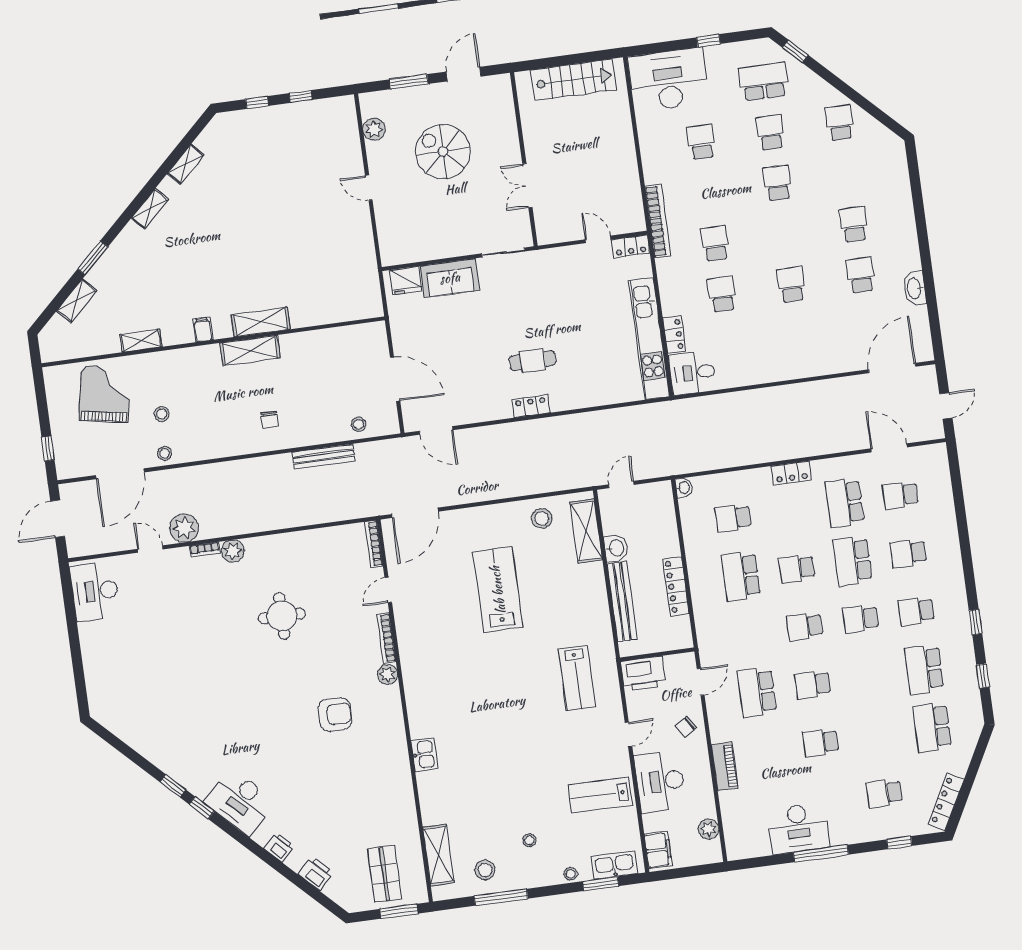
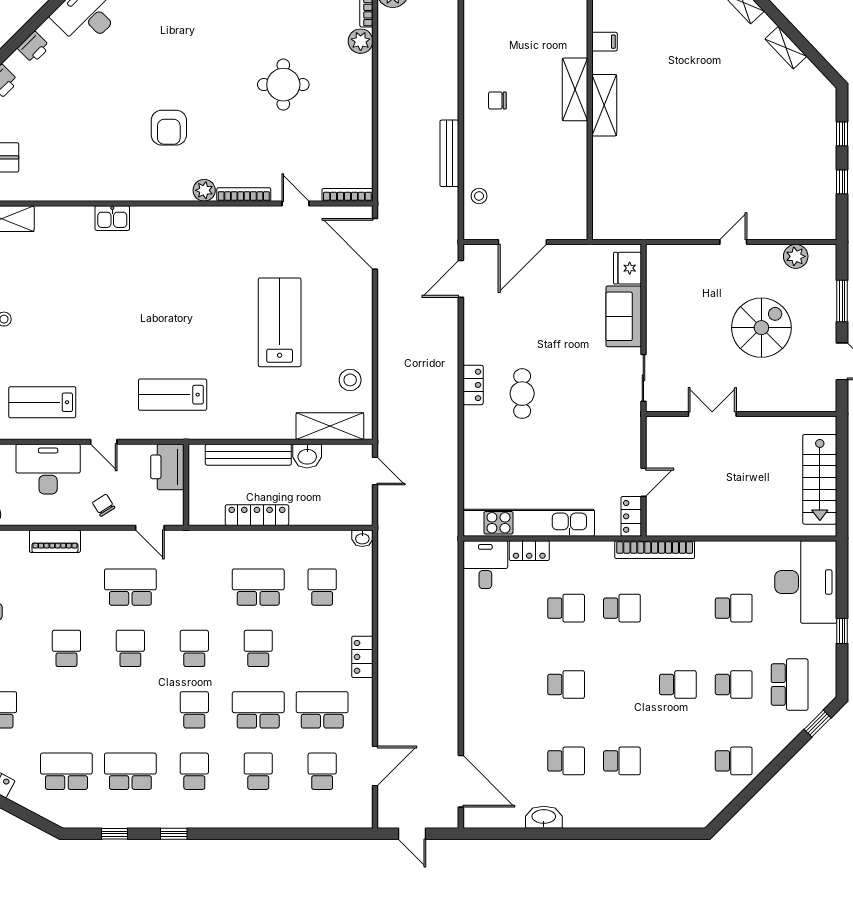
lab bench: (498, 590) -> (280, 322), turned -90
lab bench: (600, 795) -> (42, 402), turned -90

